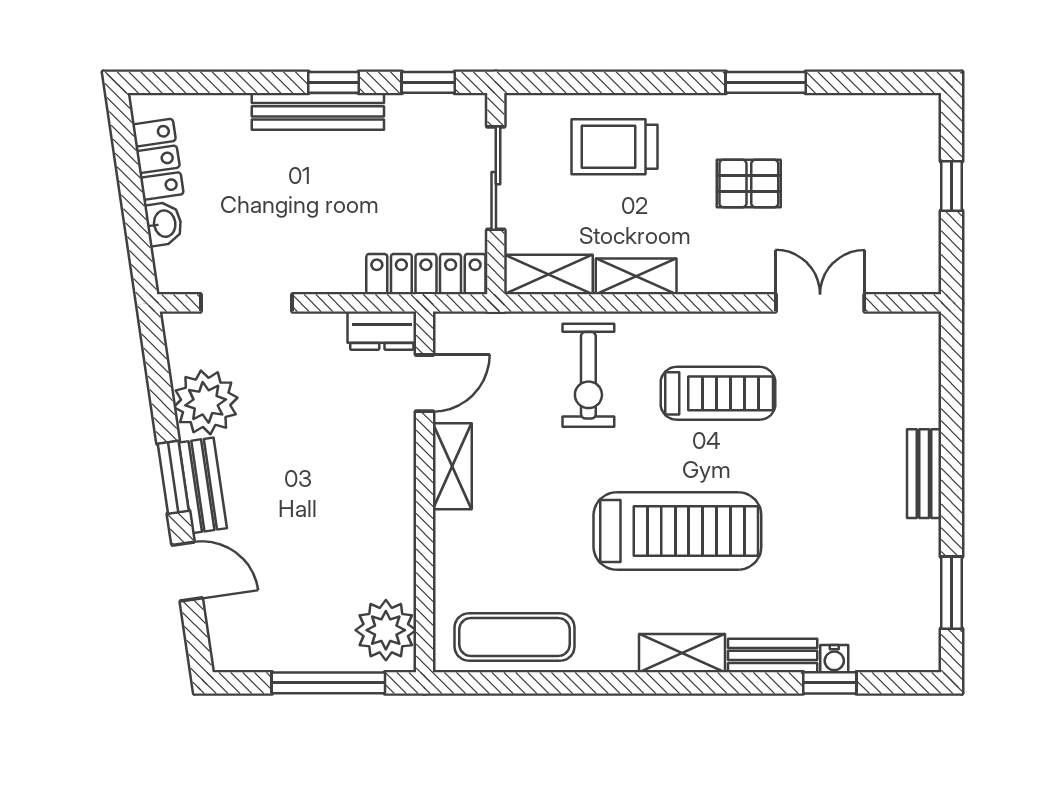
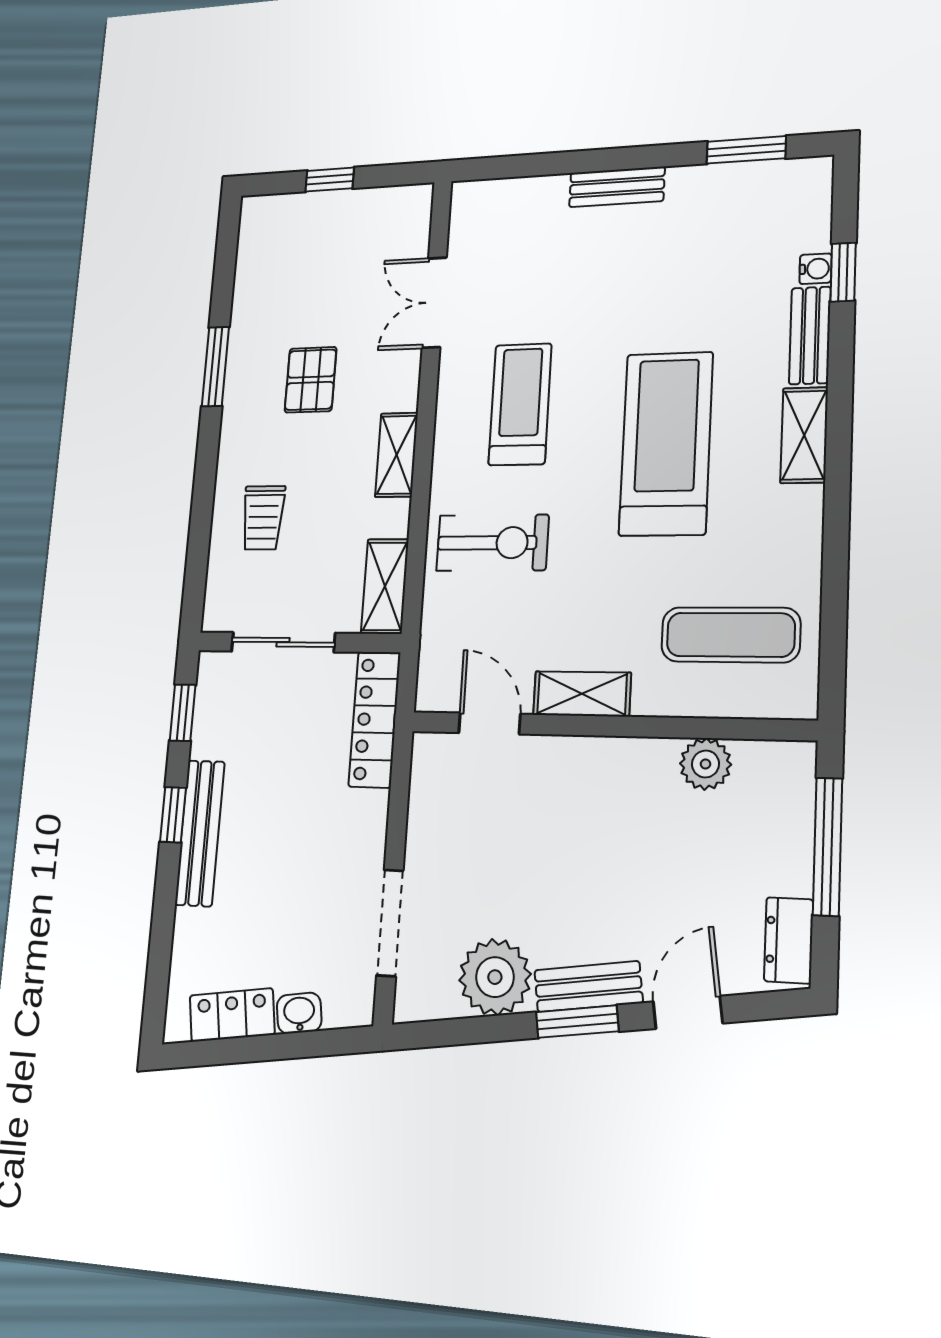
trolley: (615, 147) -> (263, 518), width x0.73, depth x0.72
shelving: (636, 276) -> (396, 455), moved
dresser: (382, 331) -> (789, 940), moved, turned 180
plant: (386, 630) -> (705, 764), moved, width x0.73, depth x0.73
exercise mat: (515, 637) -> (731, 635), moved, turned 90

